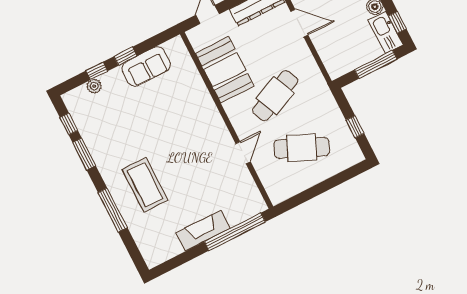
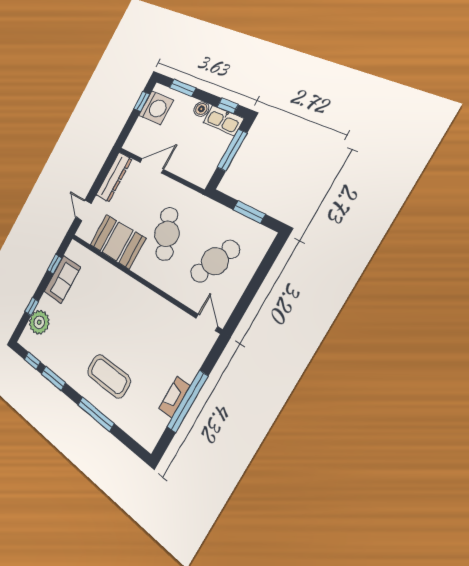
window: (125, 56) -> (54, 264), moved
plant: (94, 86) -> (39, 322), width x1.88, depth x1.88
window: (355, 127) -> (249, 212), width x1.50
door: (243, 153) -> (207, 322), moved
fireplace: (203, 231) -> (174, 397), width x0.73, depth x0.76
window: (235, 232) -> (187, 402), moved

